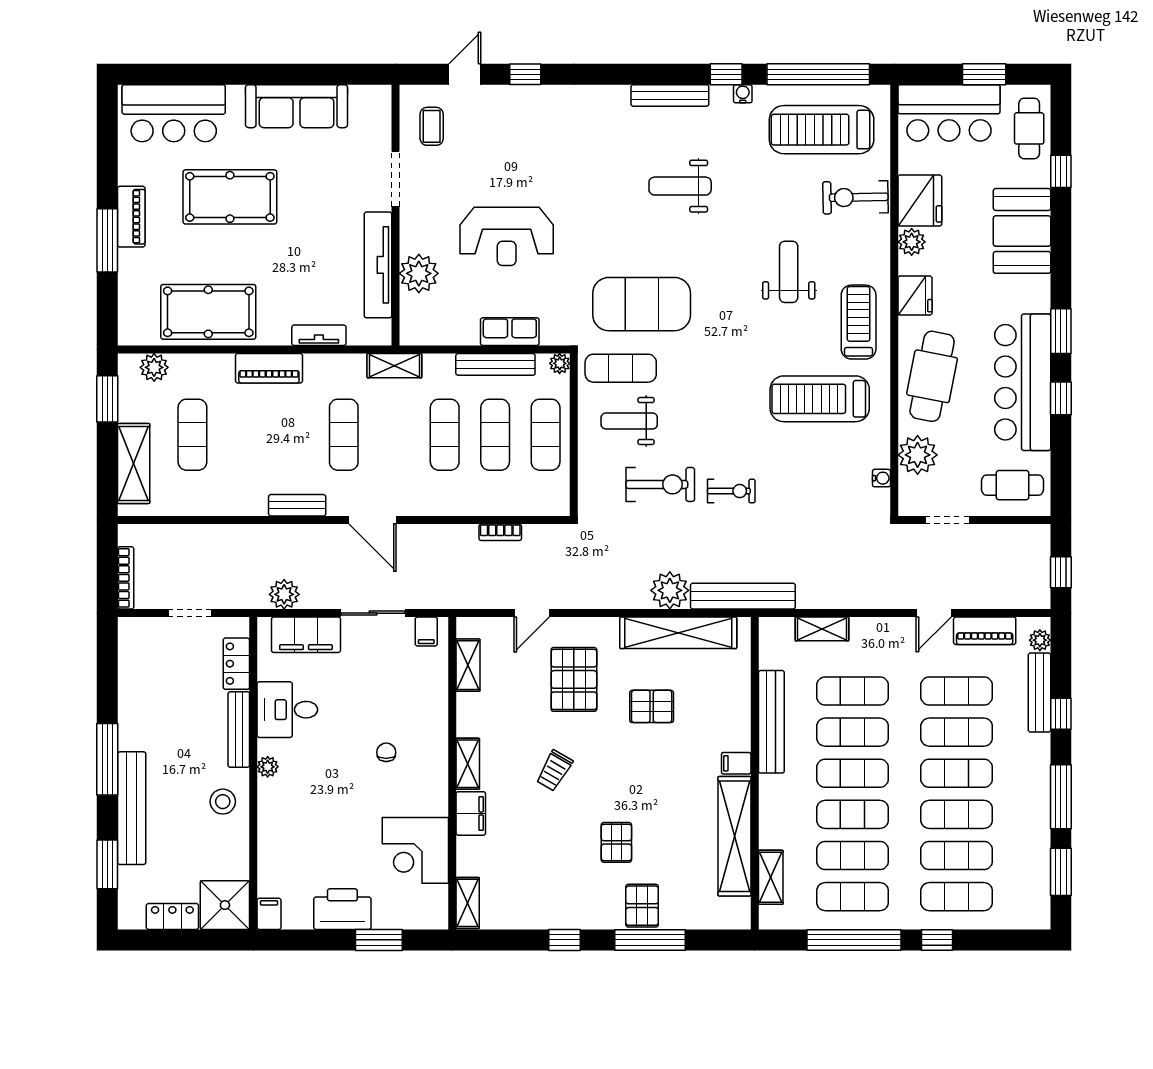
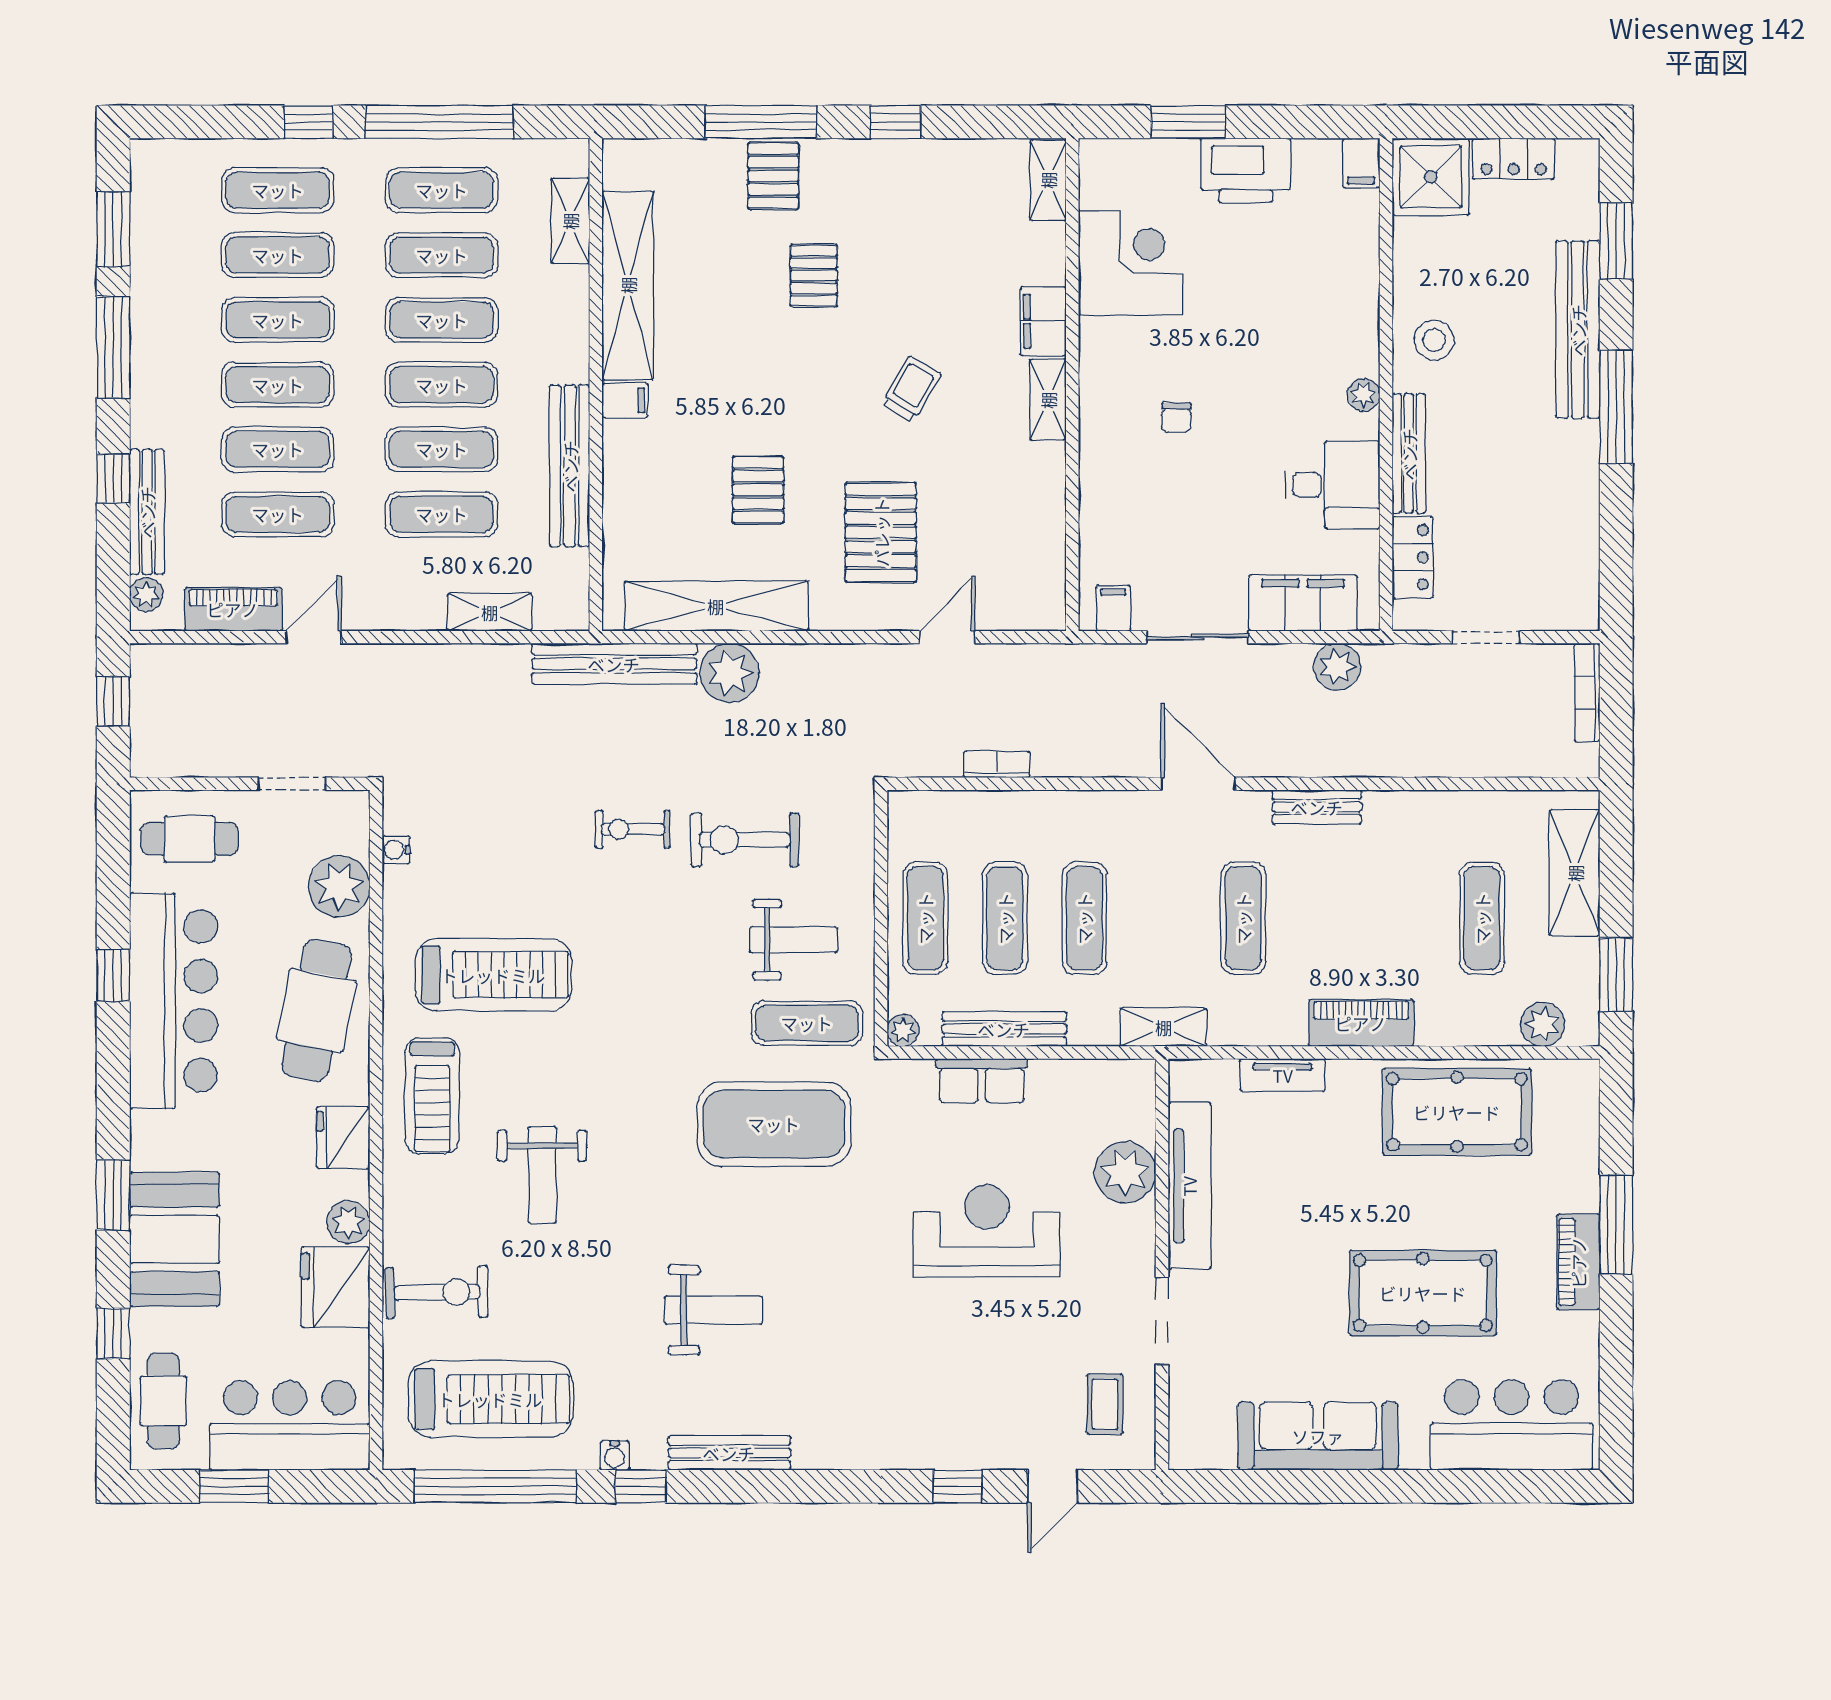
window: (1061, 331) -> (113, 1195), moved
shelving: (468, 665) -> (1048, 555), removed
pallet: (652, 706) -> (758, 490), turned 90

